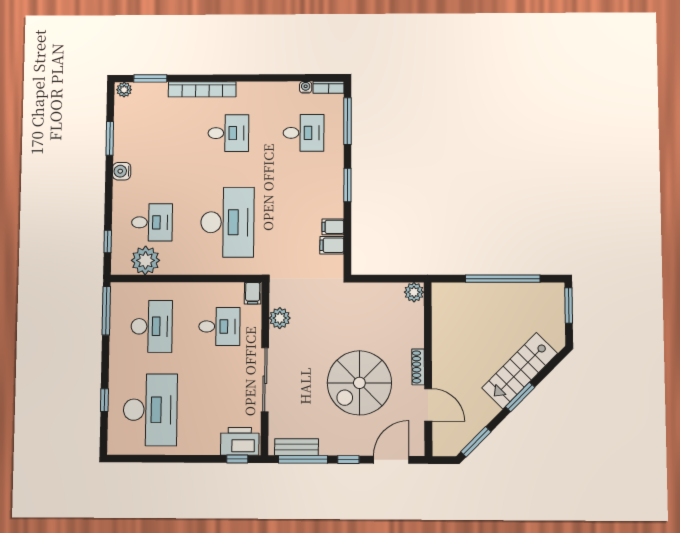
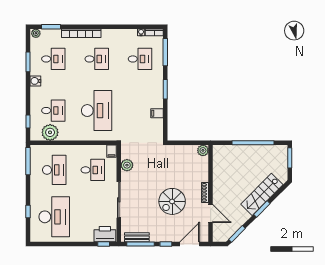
desk: (153, 133) -> (53, 59), added
filing cabinet: (332, 245) -> (156, 124), removed
spiral stairs: (359, 383) -> (172, 201), width x0.73, depth x0.73

